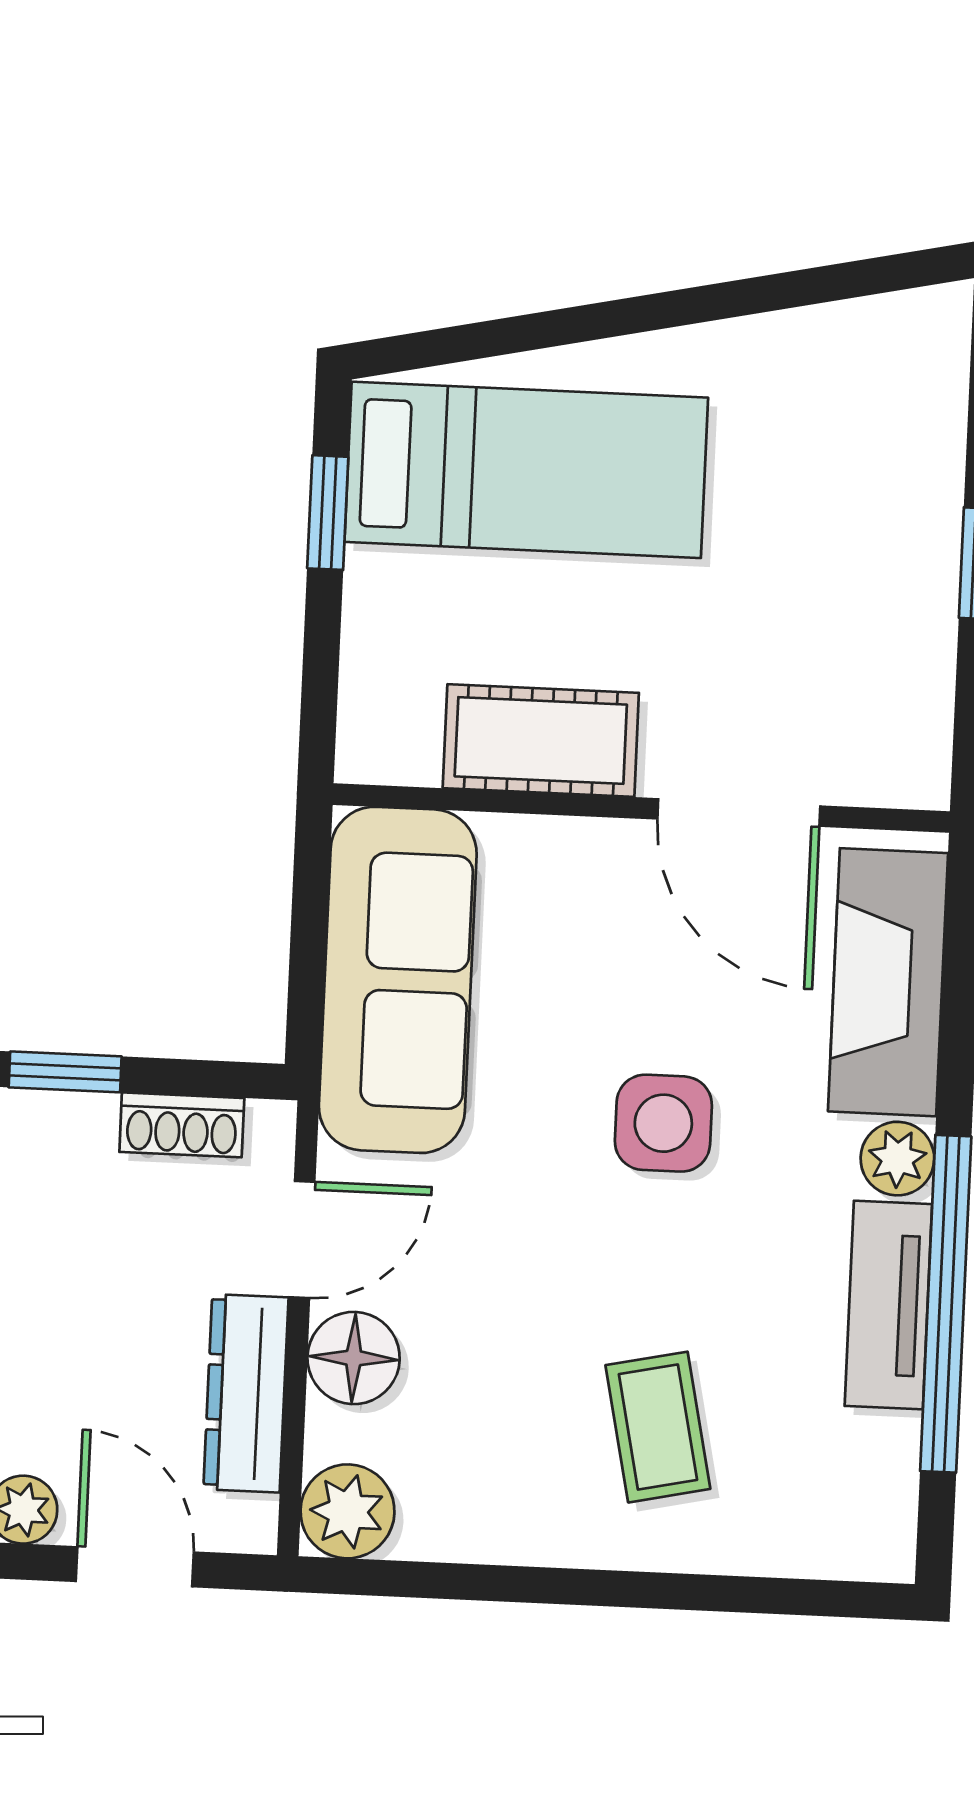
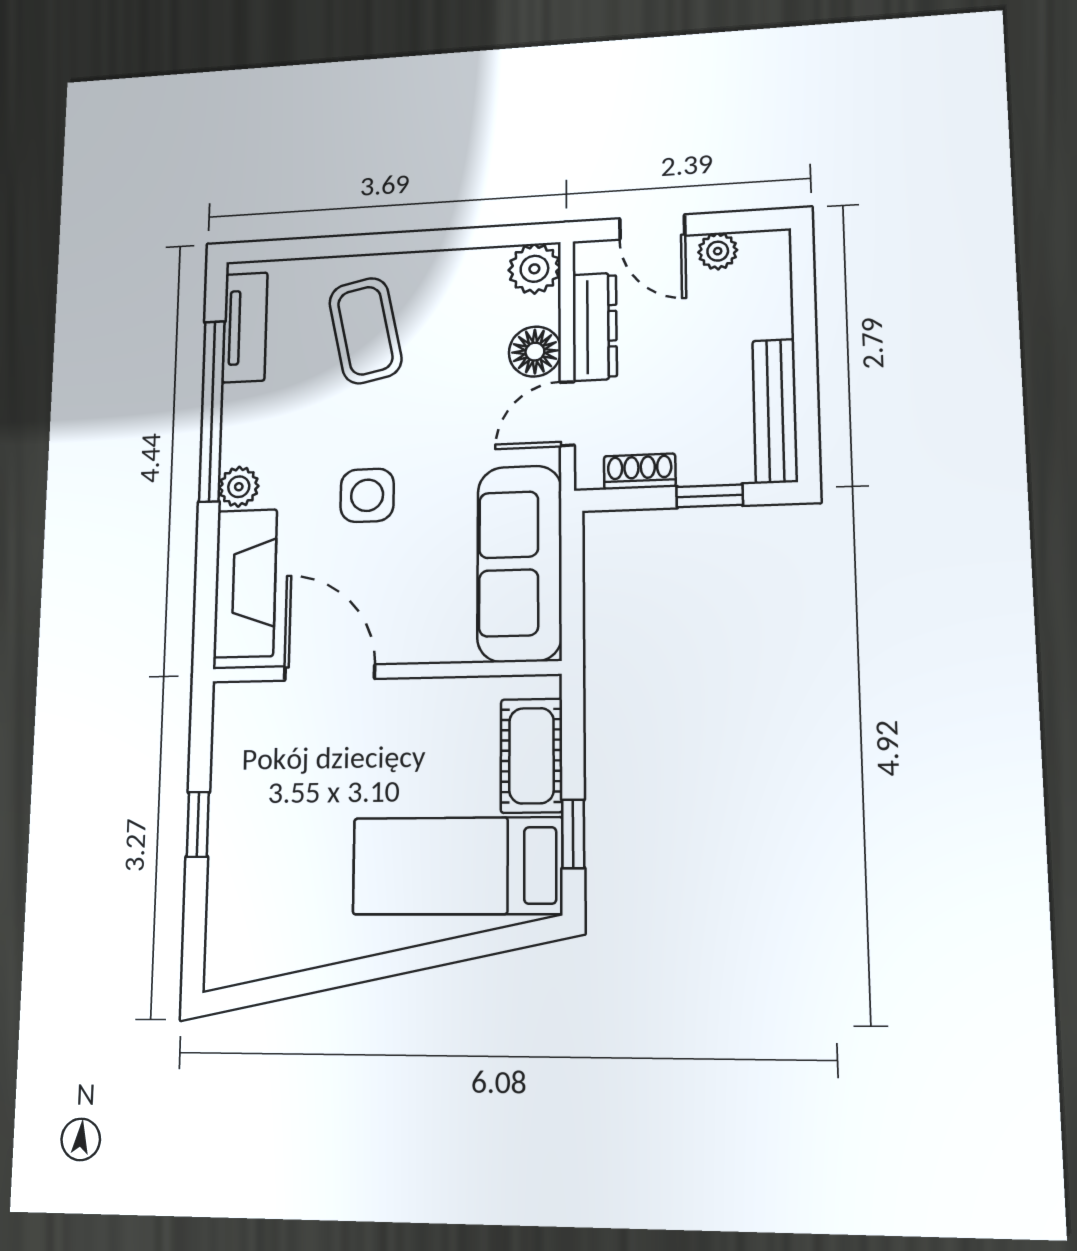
cot: (541, 741) -> (532, 756), moved, turned 90
tv unit: (888, 1305) -> (245, 327), moved
coffee table: (658, 1427) -> (365, 331), width x1.36, depth x1.30

